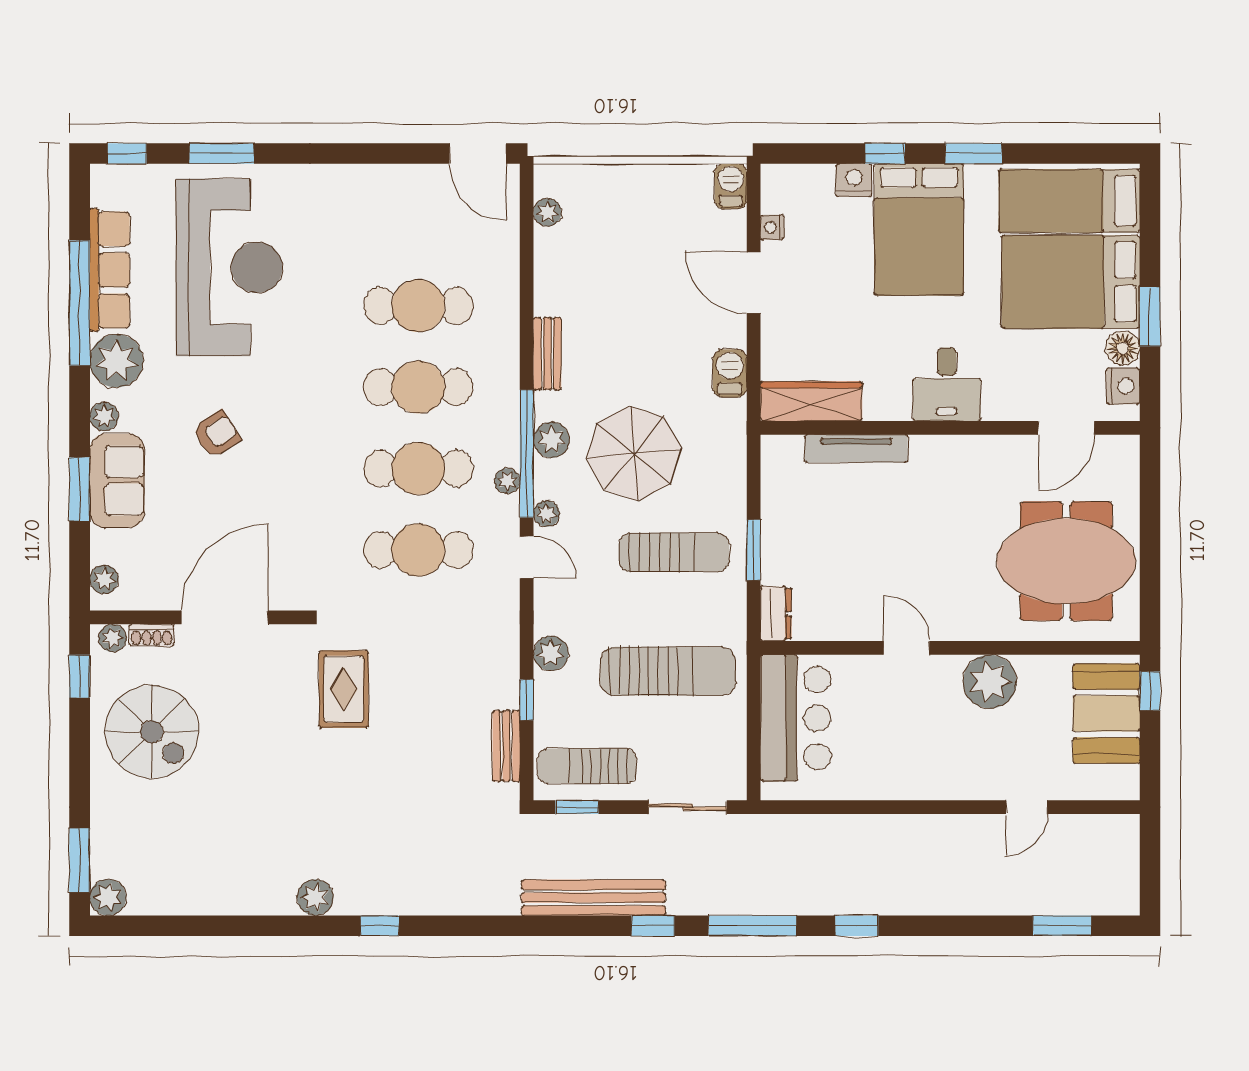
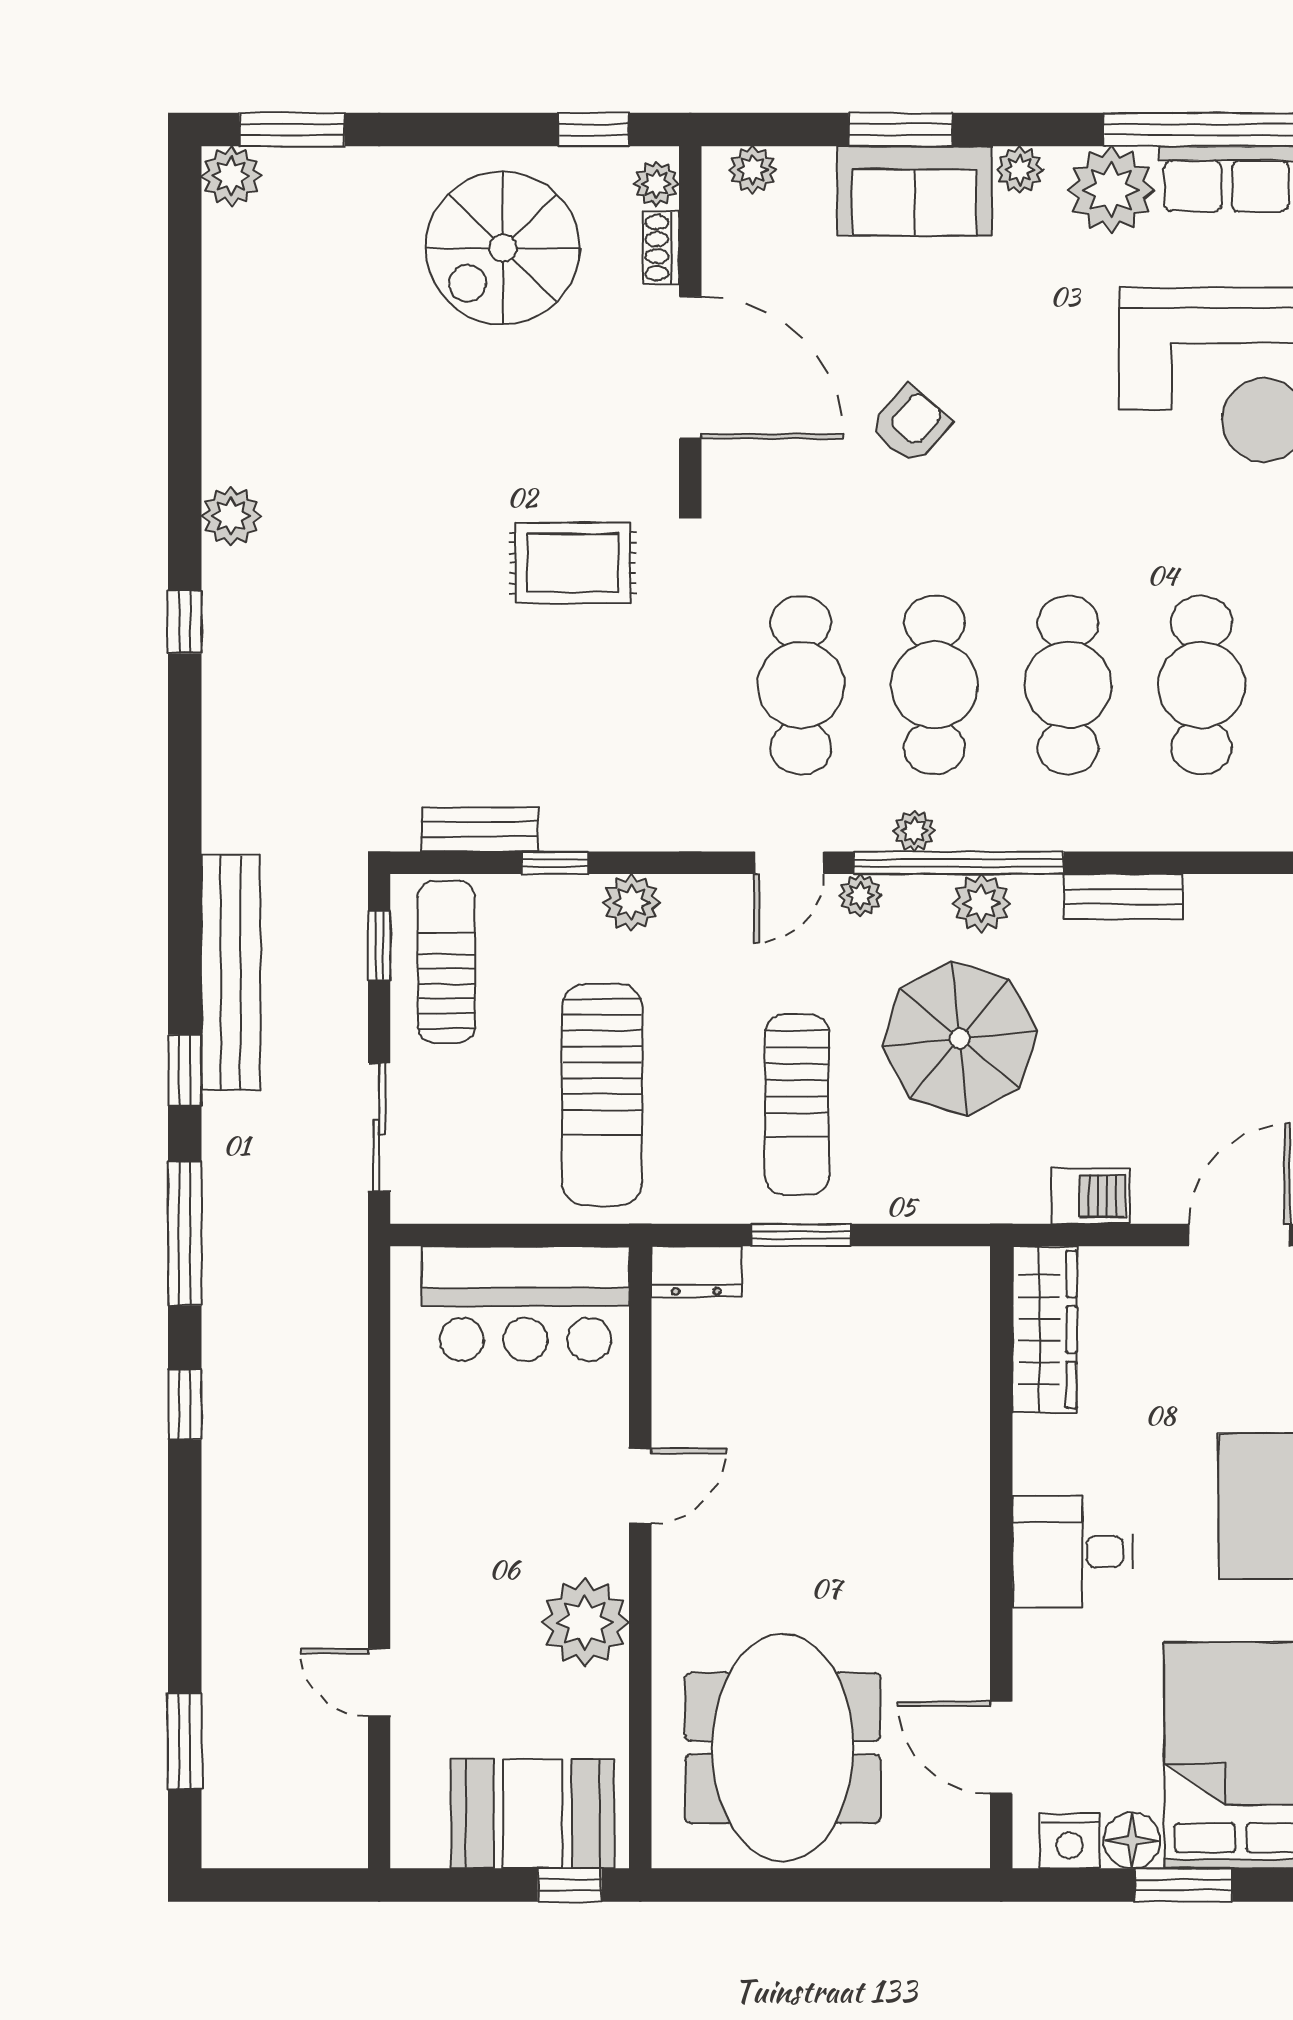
armchair: (217, 434) -> (911, 425), moved, turned -106
tv unit: (856, 449) -> (967, 1403), removed

